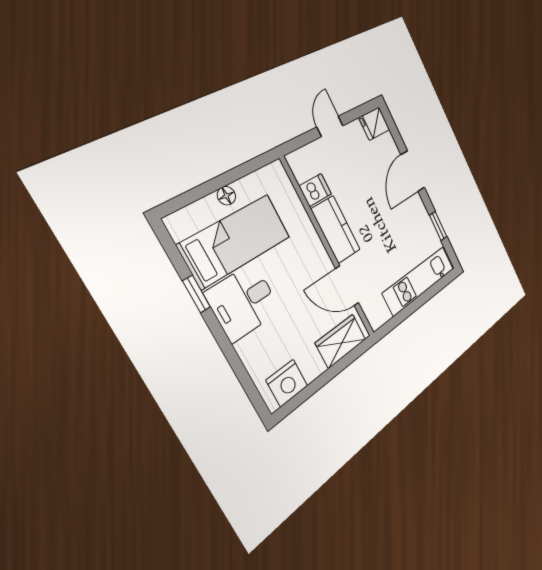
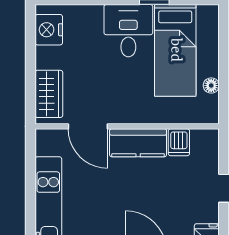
floor lamp: (226, 196) -> (211, 86), moved
door: (347, 286) -> (88, 126), swing flipped

